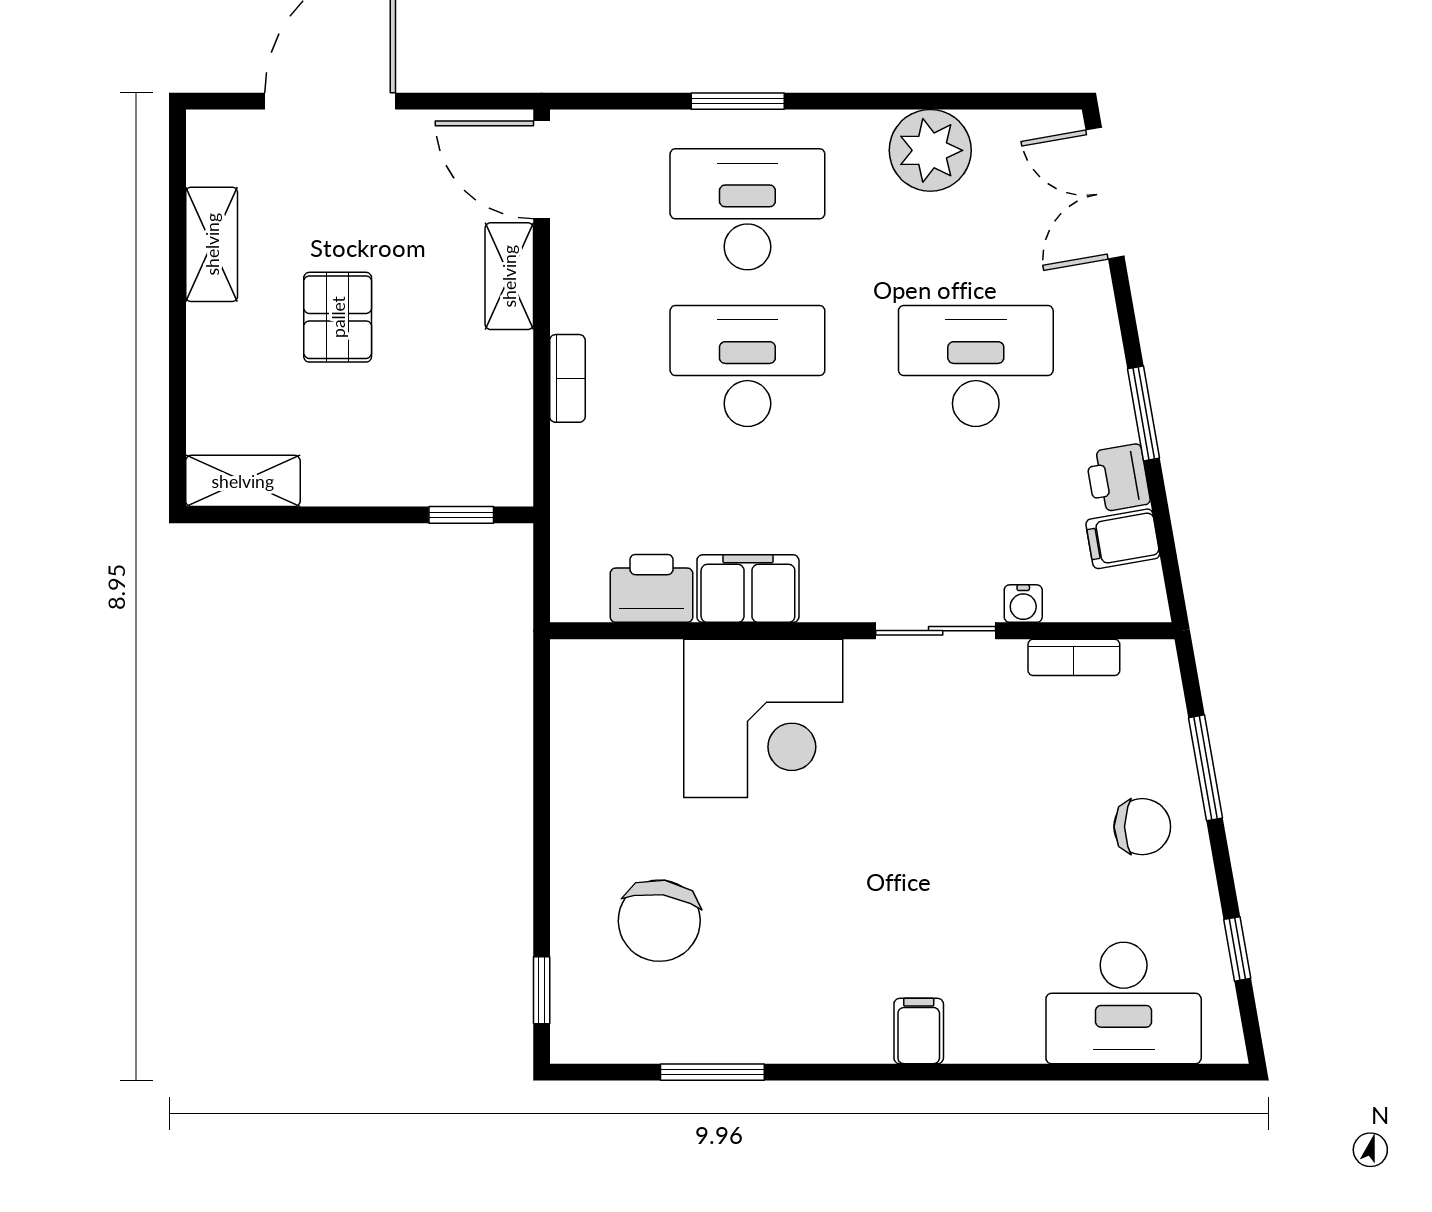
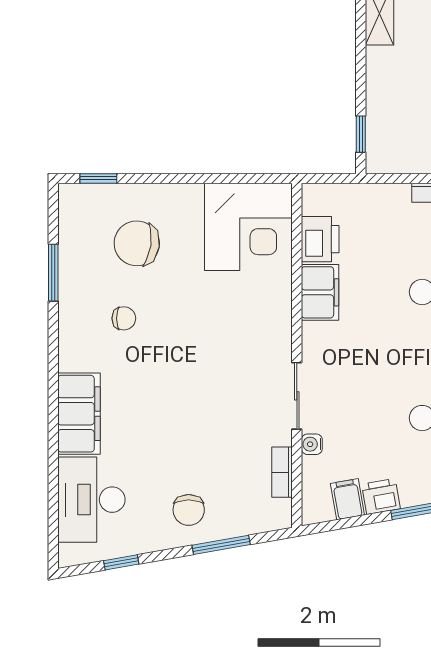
corner desk: (763, 718) -> (248, 227), moved, turned -90
chair: (795, 944) -> (124, 318), added
filing cabinet: (919, 1031) -> (79, 414), width x3.00, depth x1.17

